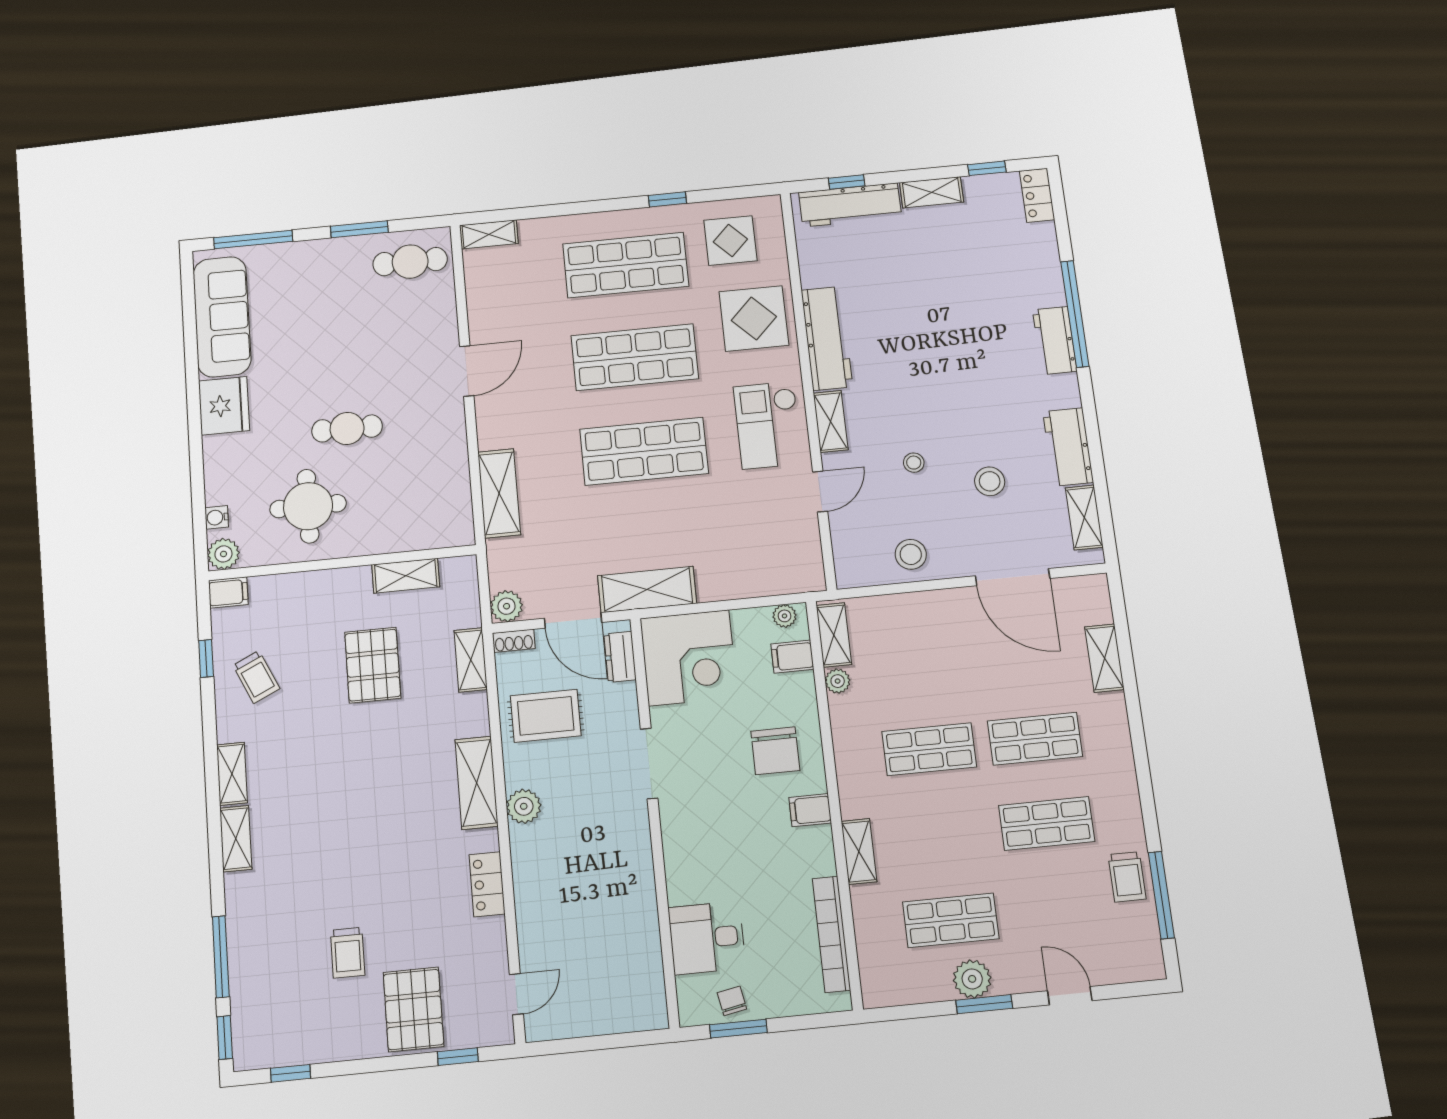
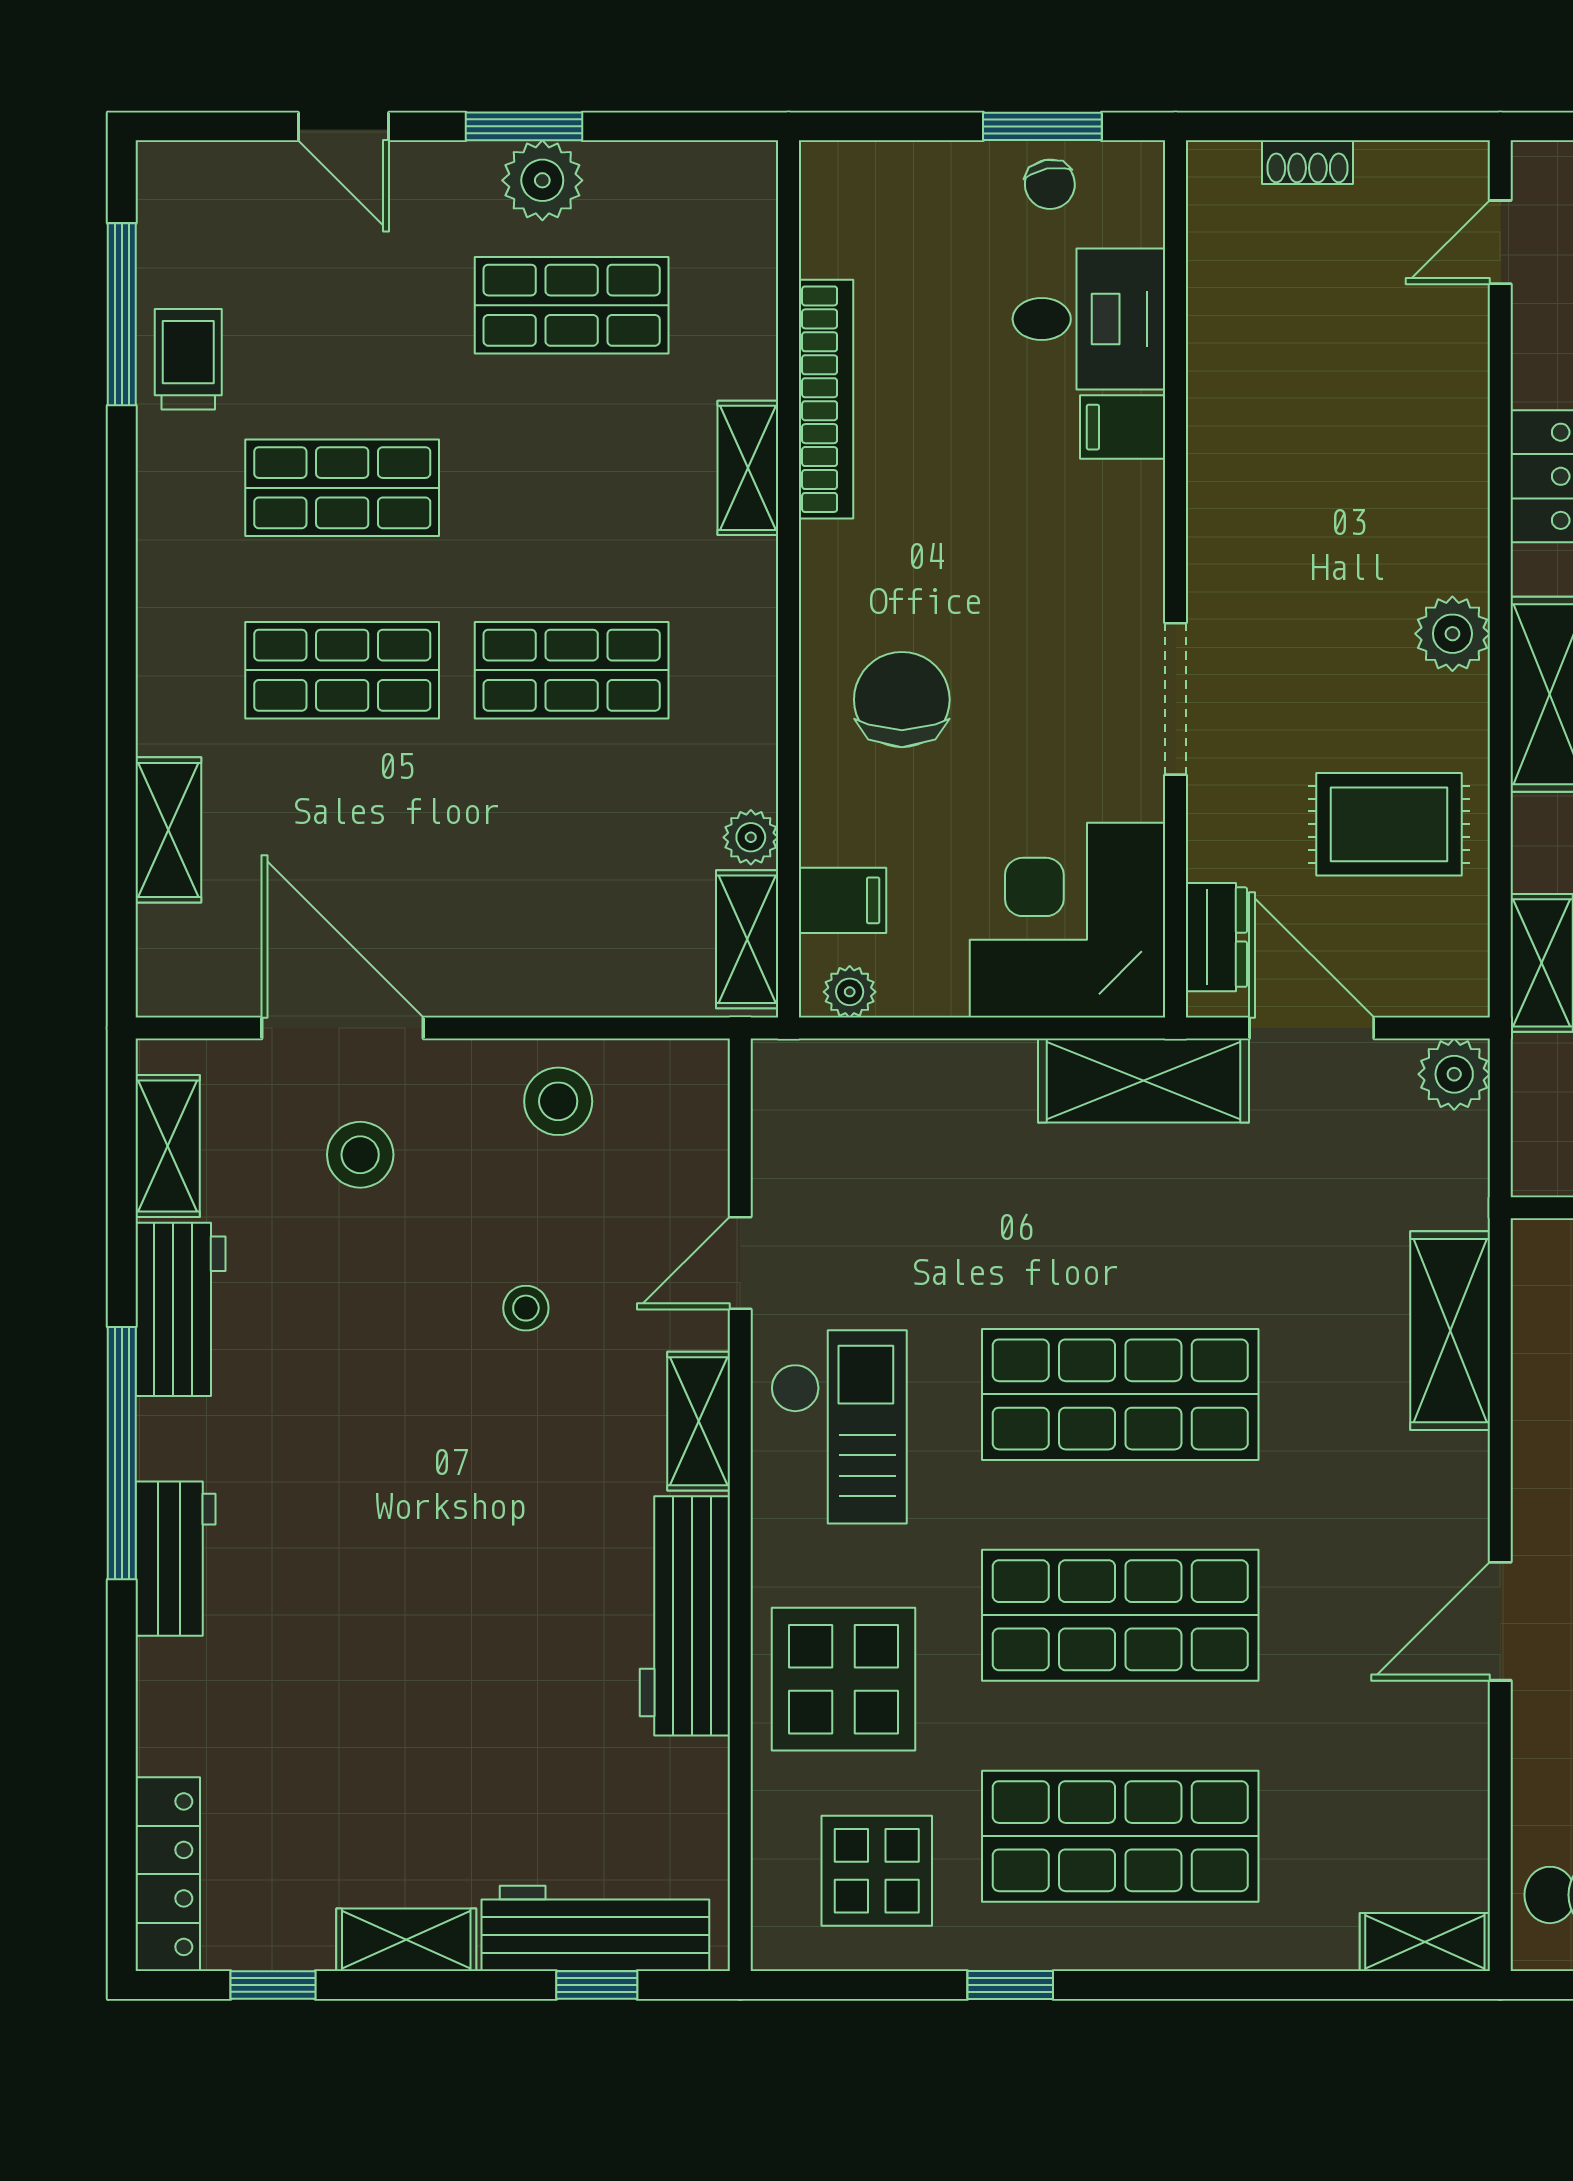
locker: (1037, 195) -> (168, 1874), width x1.53
window: (1075, 314) -> (122, 1453), moved
stool: (990, 481) -> (360, 1155), moved
shoe rack: (514, 641) -> (1308, 162), moved, turned 180
filing cabinet: (810, 810) -> (1123, 427), moved, turned 180
bookcase: (831, 934) -> (826, 399), moved

